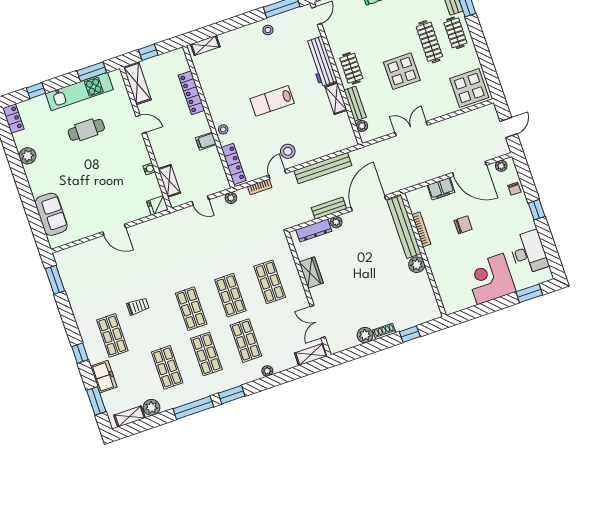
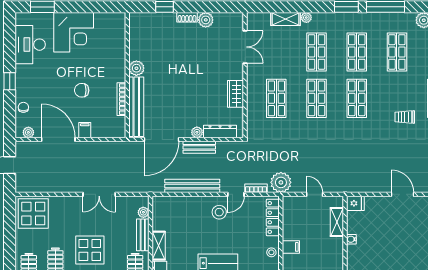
filing cabinet: (441, 189) -> (85, 130), width x0.50
plant: (231, 198) -> (281, 182), width x1.88, depth x1.88
shelving: (311, 355) -> (285, 19), moved

